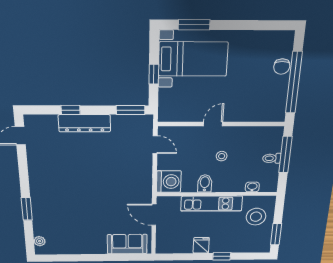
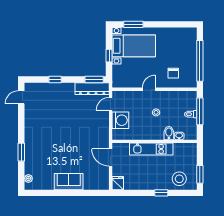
chair: (282, 67) -> (173, 73), moved
dresser: (84, 123) -> (92, 89), moved
door: (155, 145) -> (111, 104), swing flipped
washing machine: (169, 182) -> (120, 120), moved
bidet: (205, 183) -> (169, 133), moved
stool: (256, 217) -> (179, 179), moved
sofa: (127, 244) -> (69, 182), moved
fridge: (201, 245) -> (118, 183), moved

